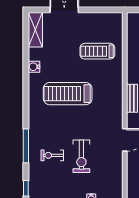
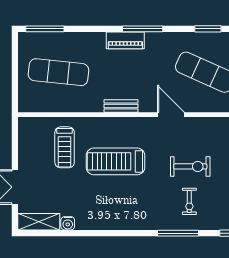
water cooler: (34, 67) -> (68, 223), moved
treadmill: (68, 94) -> (115, 161), moved, turned 90

